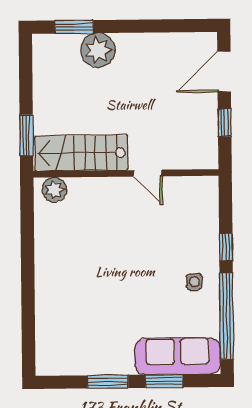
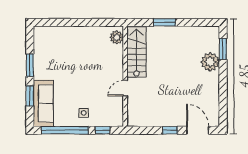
stairs: (81, 153) -> (137, 52), moved
wall: (126, 173) -> (125, 76), moved
door: (148, 173) -> (125, 88), moved
plant: (54, 190) -> (117, 37), moved

